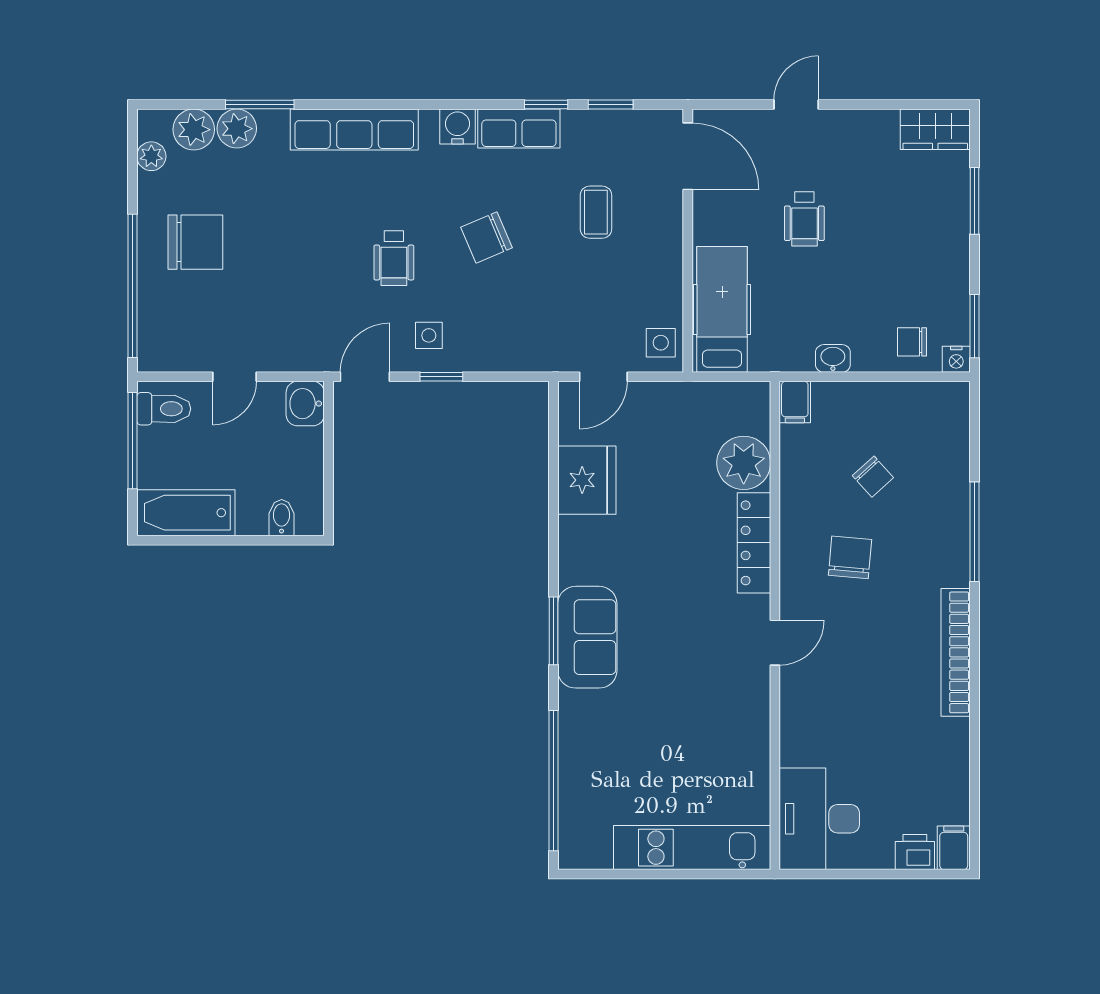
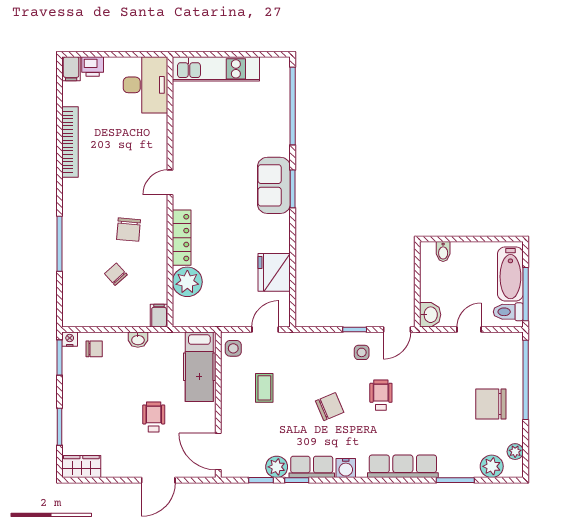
door: (796, 105) -> (158, 480), width x1.37
plant: (237, 129) -> (277, 467), moved
coffee table: (596, 212) -> (264, 388), moved
bathtub: (186, 513) -> (510, 274), moved, turned 90
bookcase: (956, 652) -> (70, 142), moved

